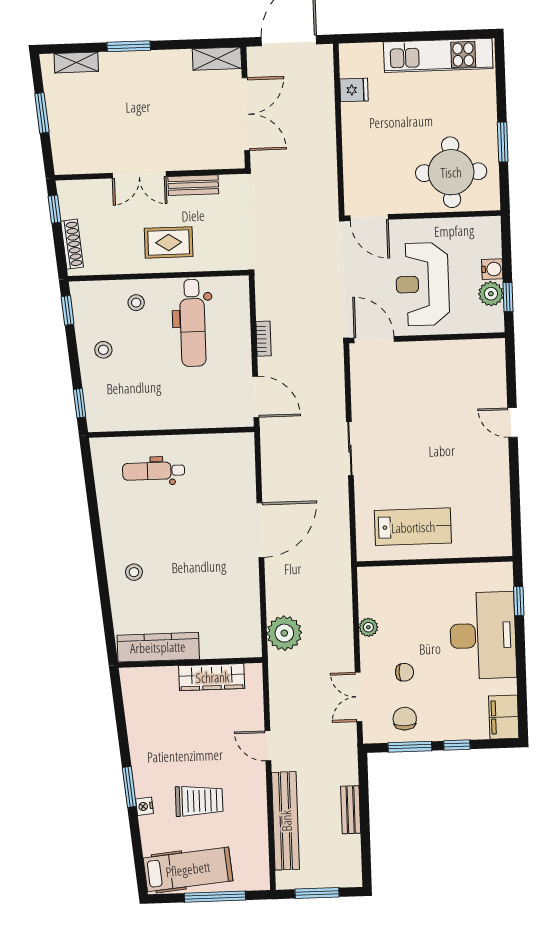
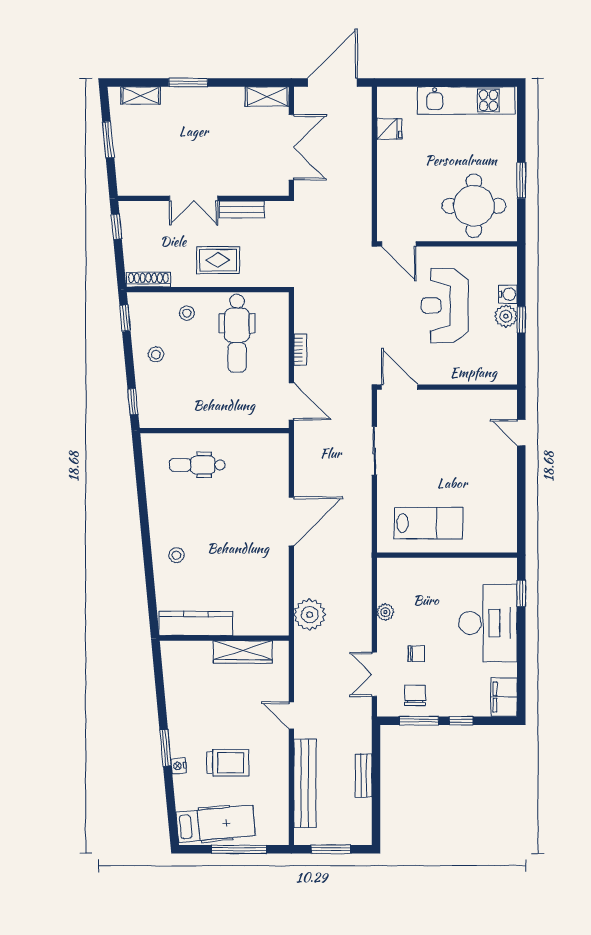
shoe rack: (72, 244) -> (148, 280), moved, turned -85
wall: (427, 338) -> (447, 387), moved
door: (374, 340) -> (399, 387), moved

